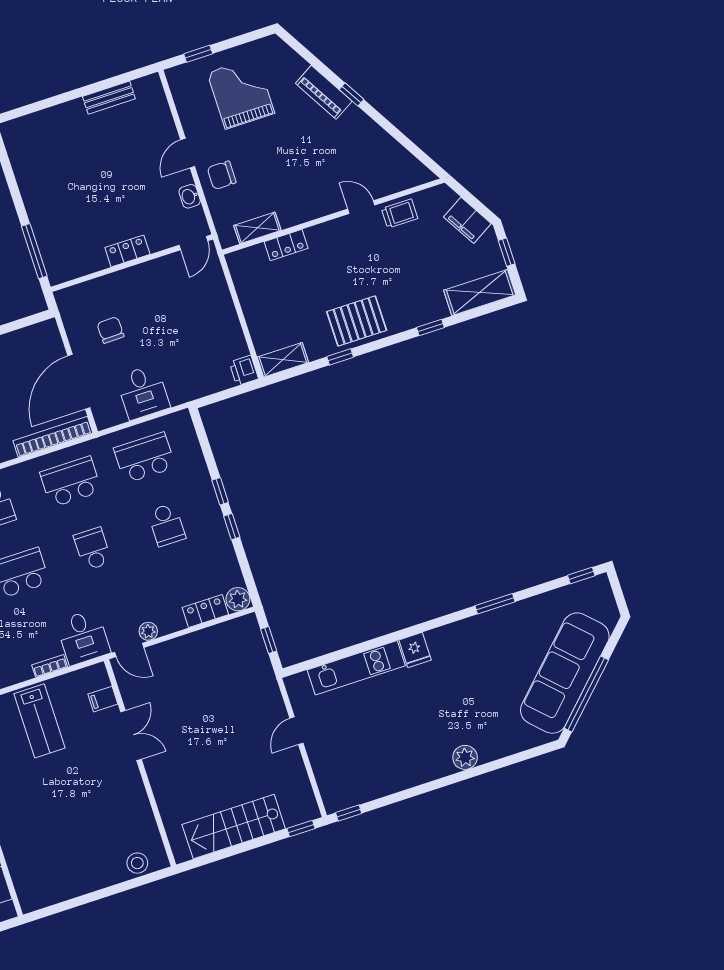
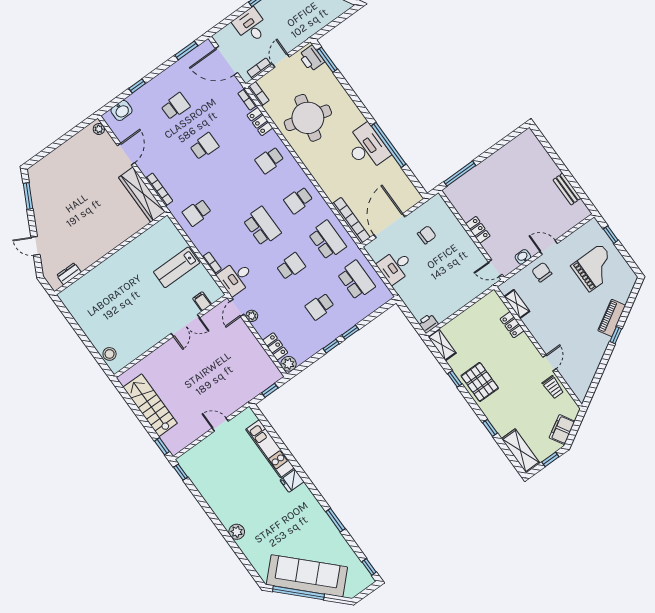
door: (79, 382) -> (389, 226), hinge flipped

